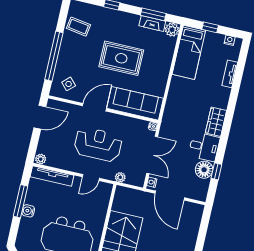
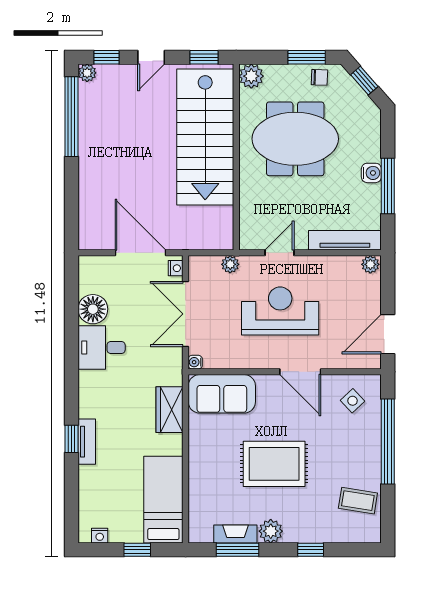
plant: (172, 30) -> (271, 531), moved
tv unit: (230, 74) -> (87, 442), moved
sofa: (135, 103) -> (222, 394), width x0.73
door: (94, 107) -> (300, 372), hinge flipped
wardrobe: (216, 122) -> (170, 410), moved, turned 180
reception desk: (98, 144) -> (280, 311), turned 180
window: (216, 171) -> (71, 439), moved

